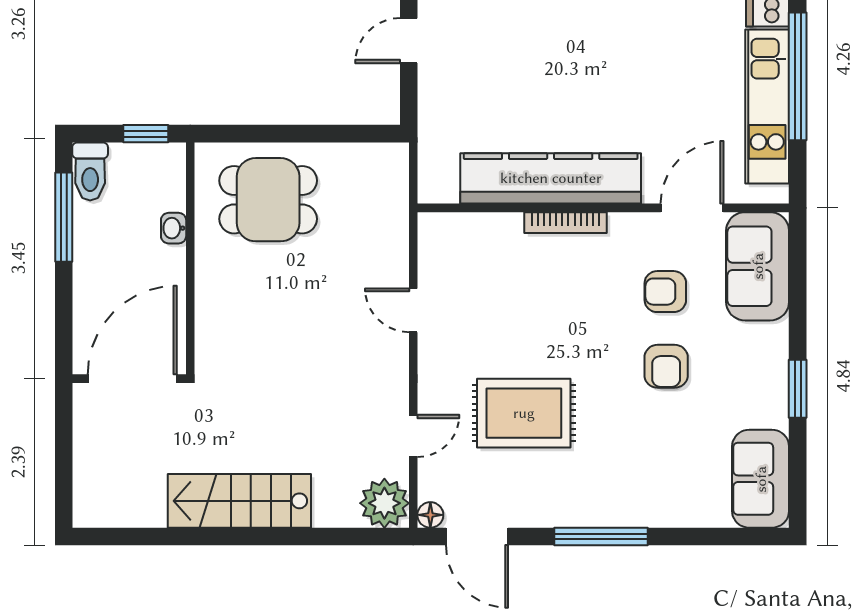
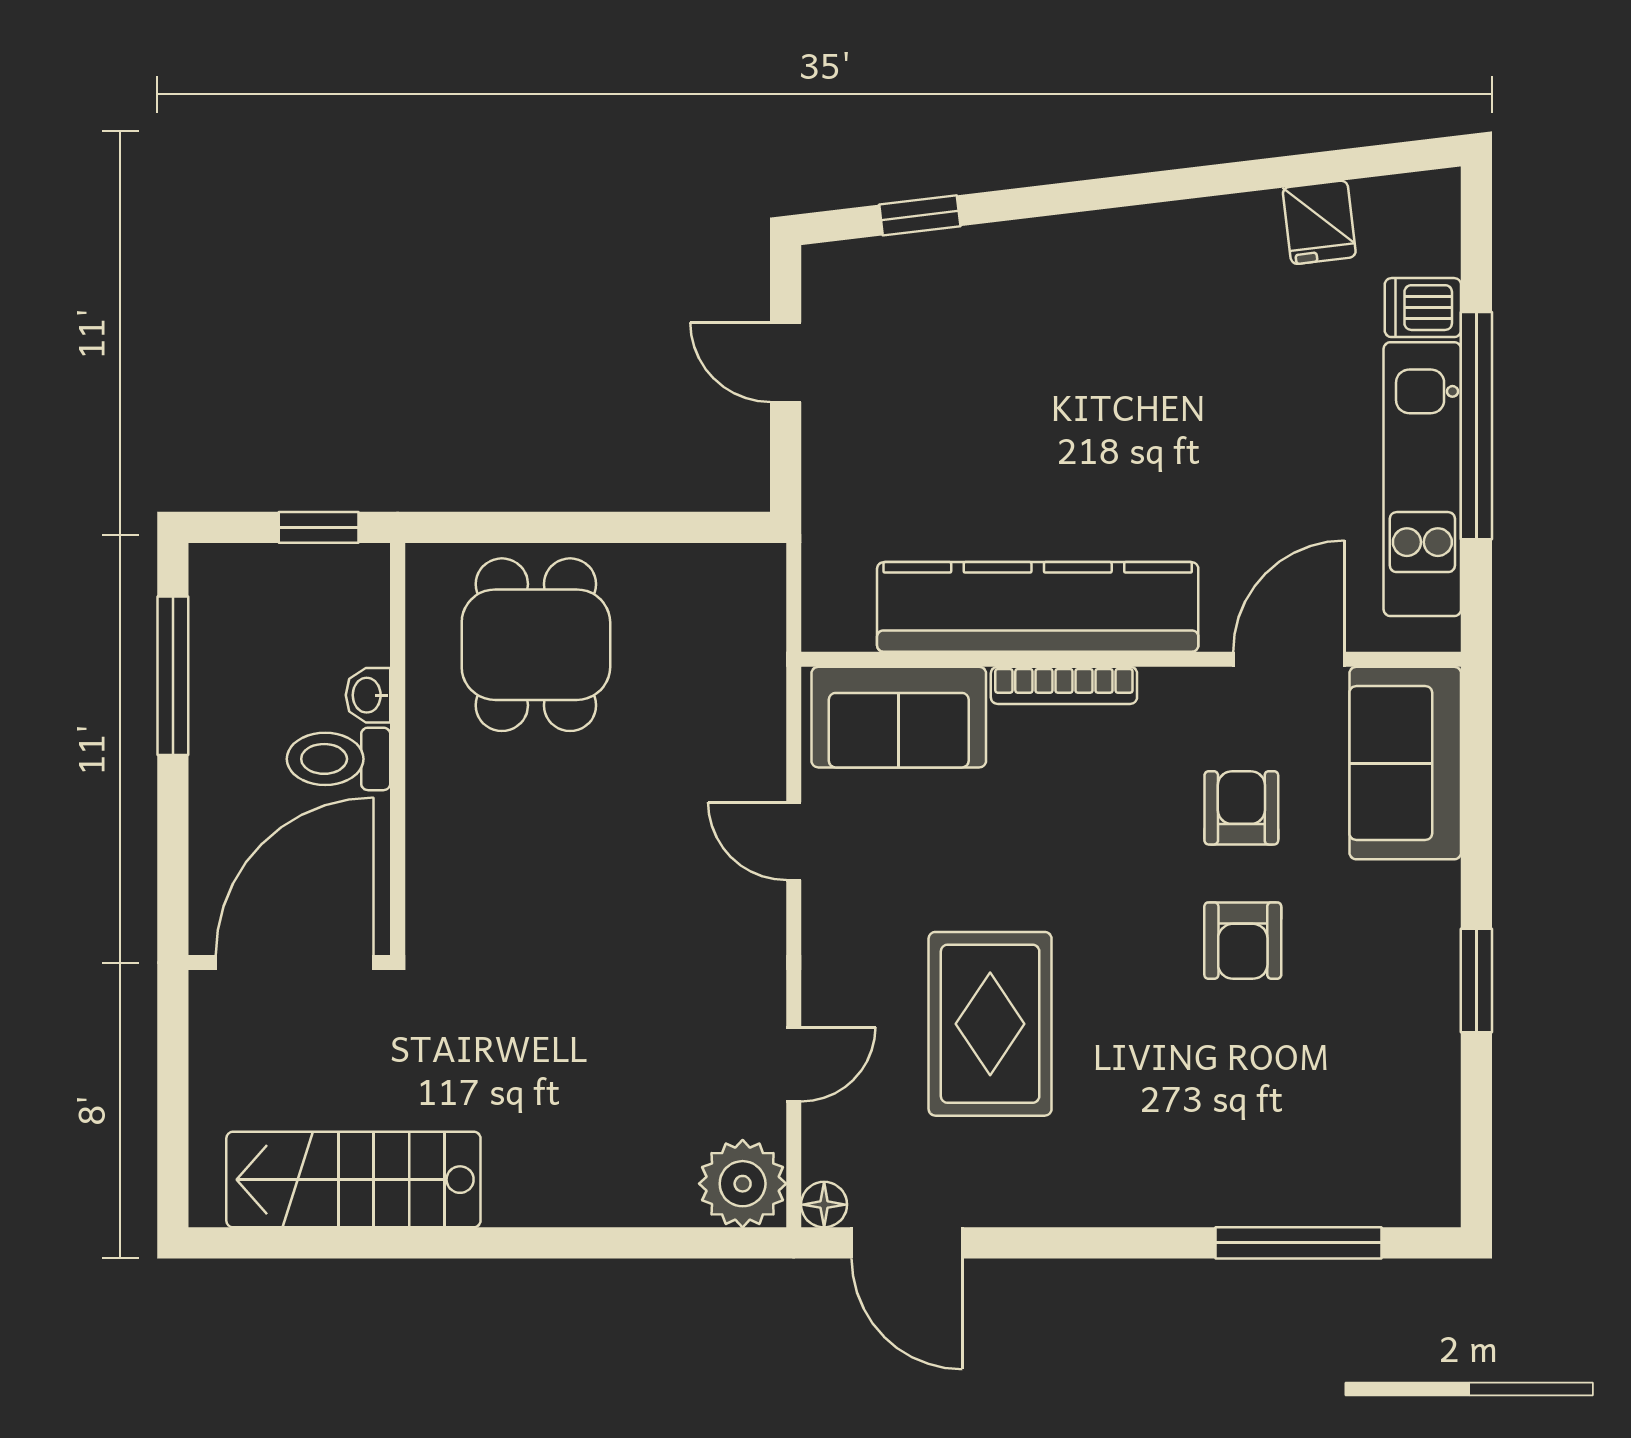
door: (409, 41) -> (786, 362), hinge flipped
toilet: (90, 171) -> (339, 759), moved, turned 90
dining table: (268, 200) -> (536, 645), turned 90
armchair: (665, 292) -> (1241, 808), turned 90
rug: (524, 413) -> (990, 1024), turned 90
sofa: (761, 479) -> (899, 717), moved, turned -90
stairs: (239, 501) -> (353, 1180), moved
window: (601, 537) -> (1298, 1243), moved

